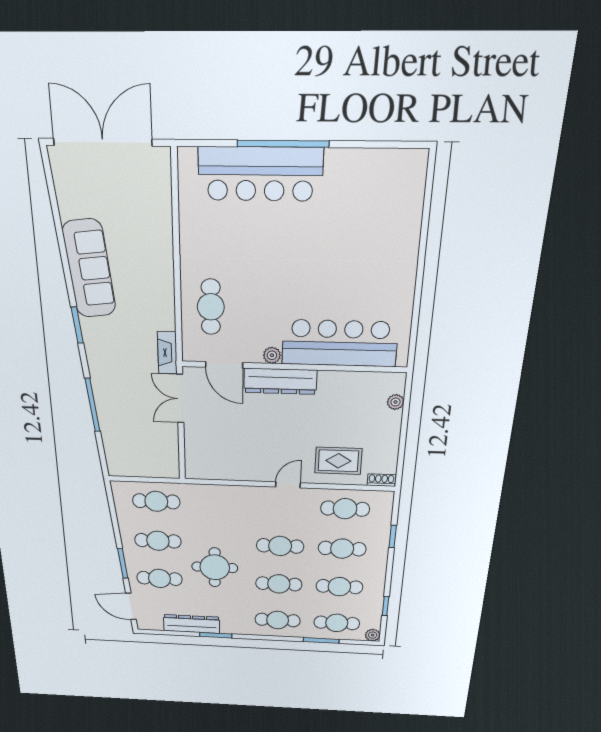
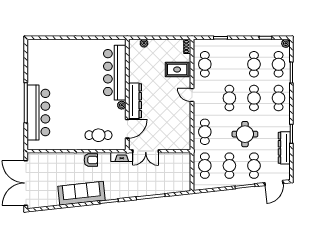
armchair: (159, 290) -> (91, 160), added
rug: (338, 461) -> (177, 69), turned 90
cafe table: (342, 549) -> (205, 132), moved

